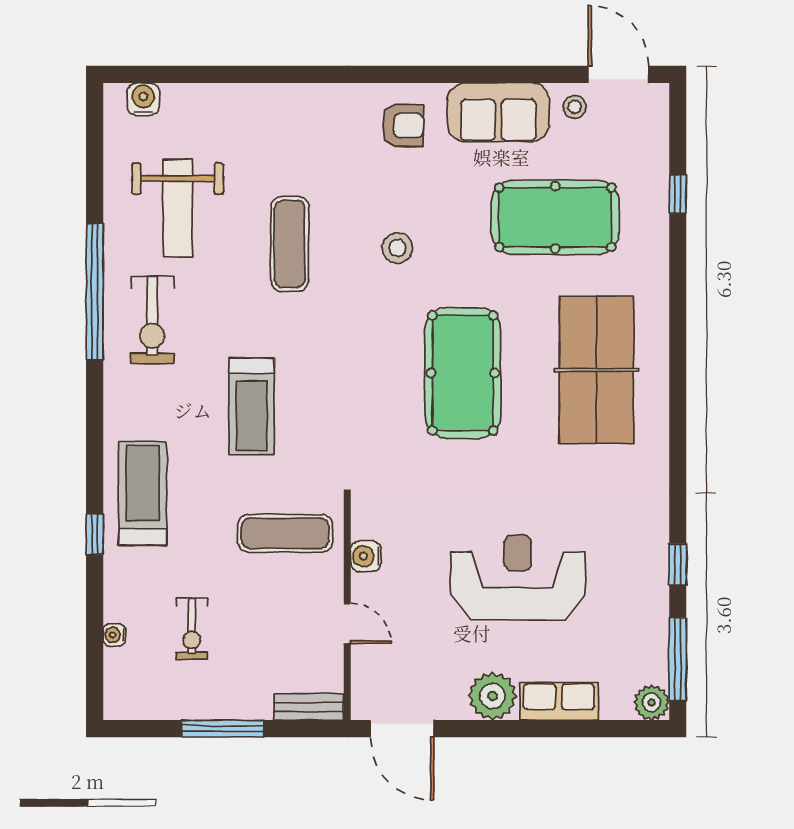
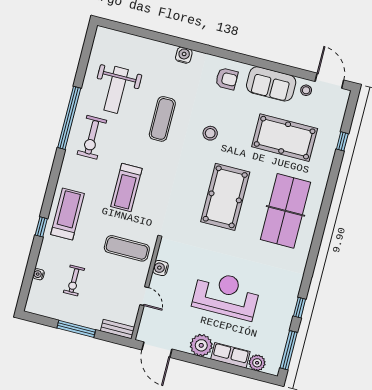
water cooler: (143, 99) -> (184, 55), moved
plant: (652, 702) -> (257, 363), moved

